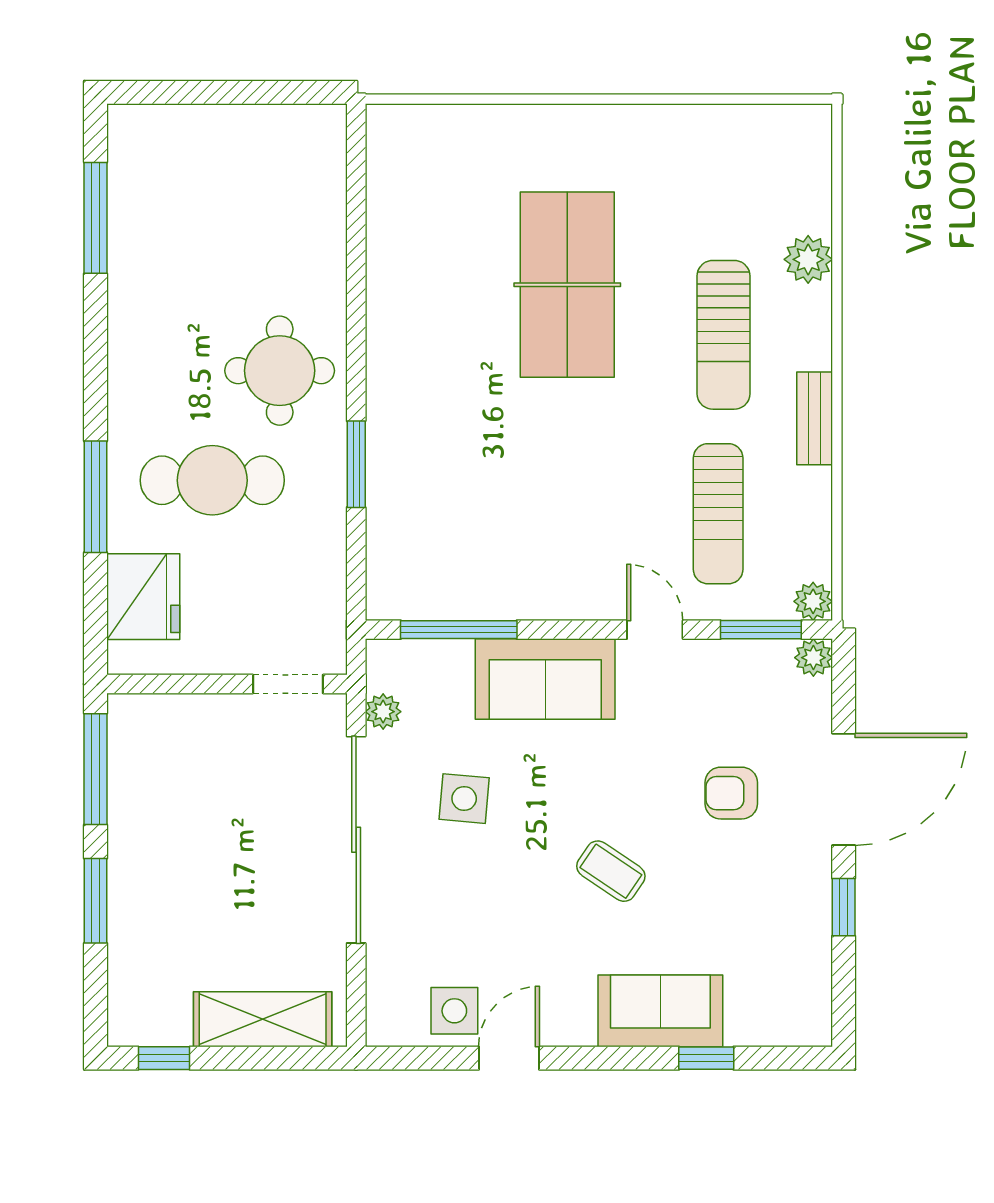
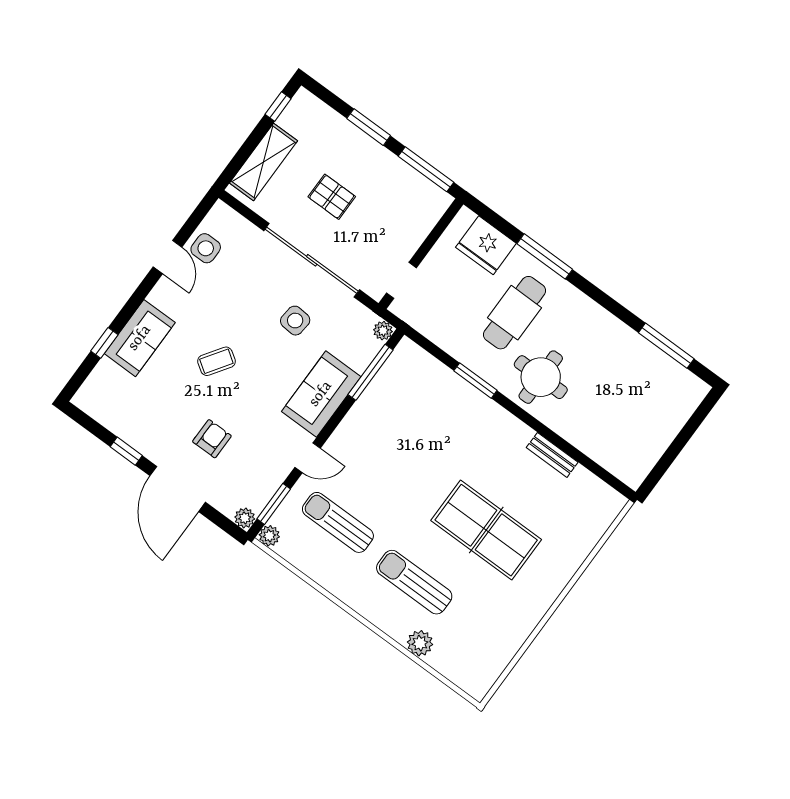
bench: (815, 418) -> (552, 455), moved
plant: (383, 712) -> (383, 331), moved
pallet: (240, 879) -> (332, 197), added

